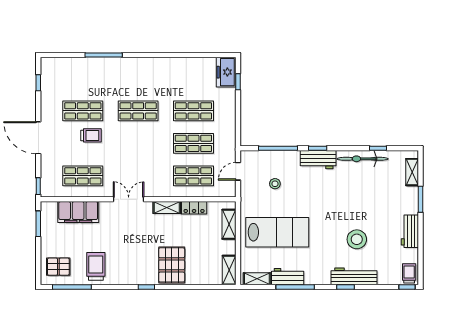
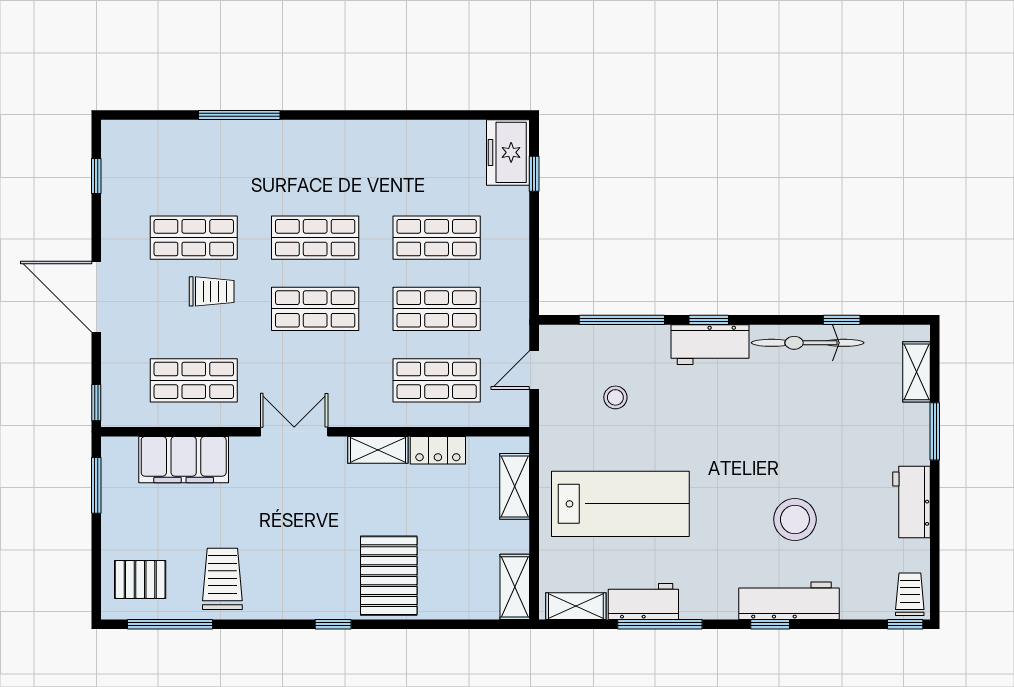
shop shelf: (138, 143) -> (315, 309), added

